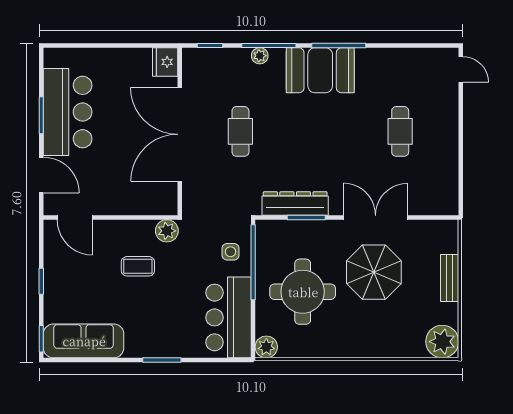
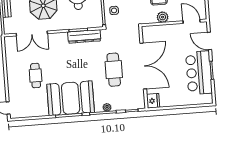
booth: (320, 70) -> (71, 98), width x1.36, depth x1.42
cafe table: (240, 131) -> (114, 70), width x1.37, depth x1.35
double door: (376, 217) -> (32, 34), moved
plant: (167, 231) -> (163, 17), moved

